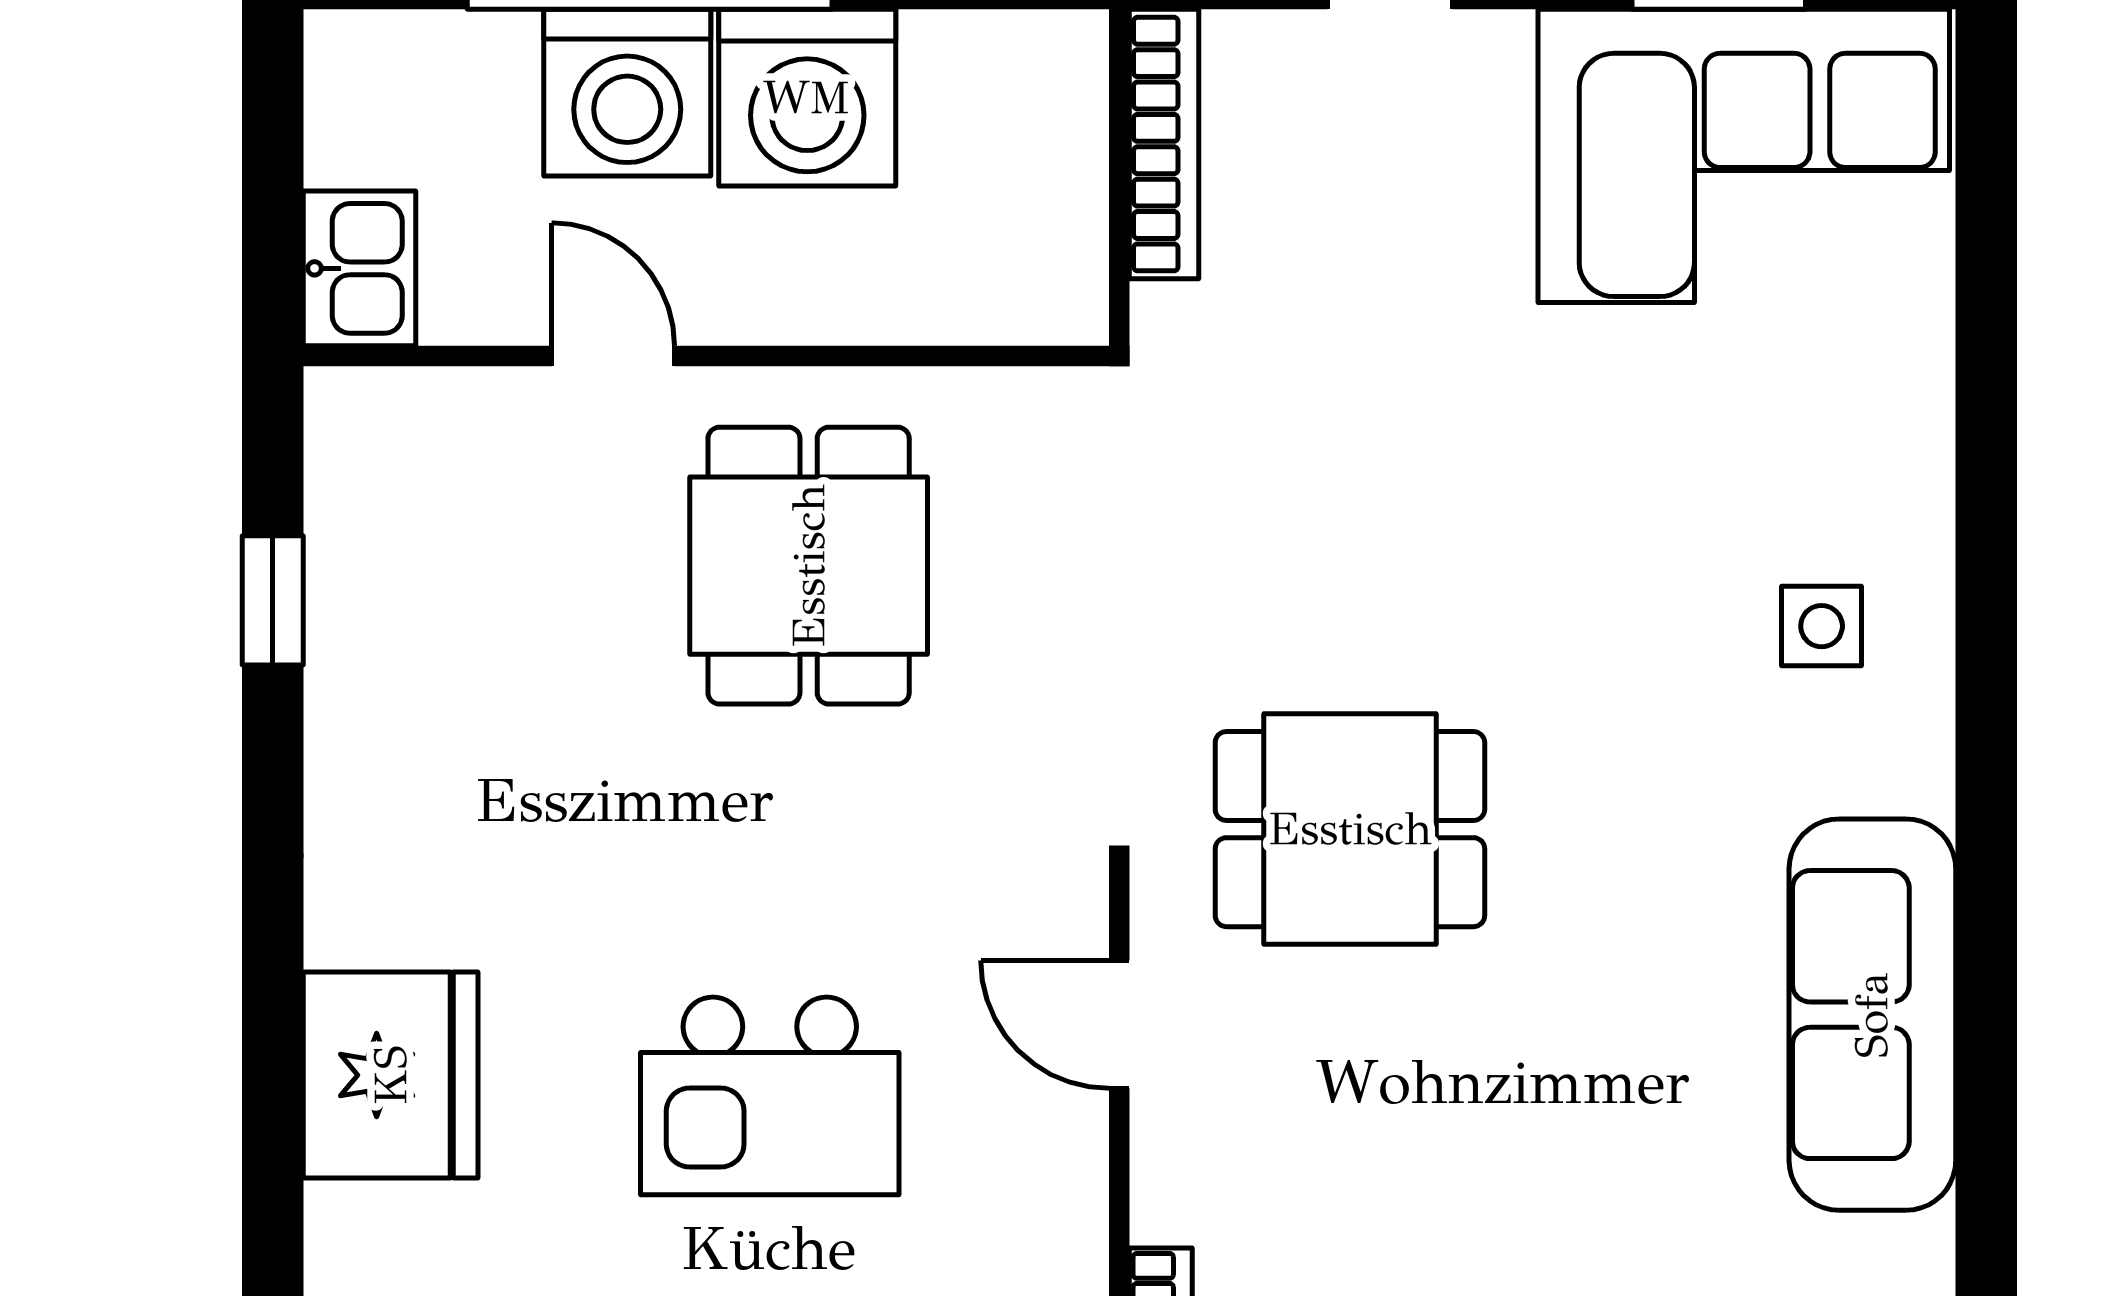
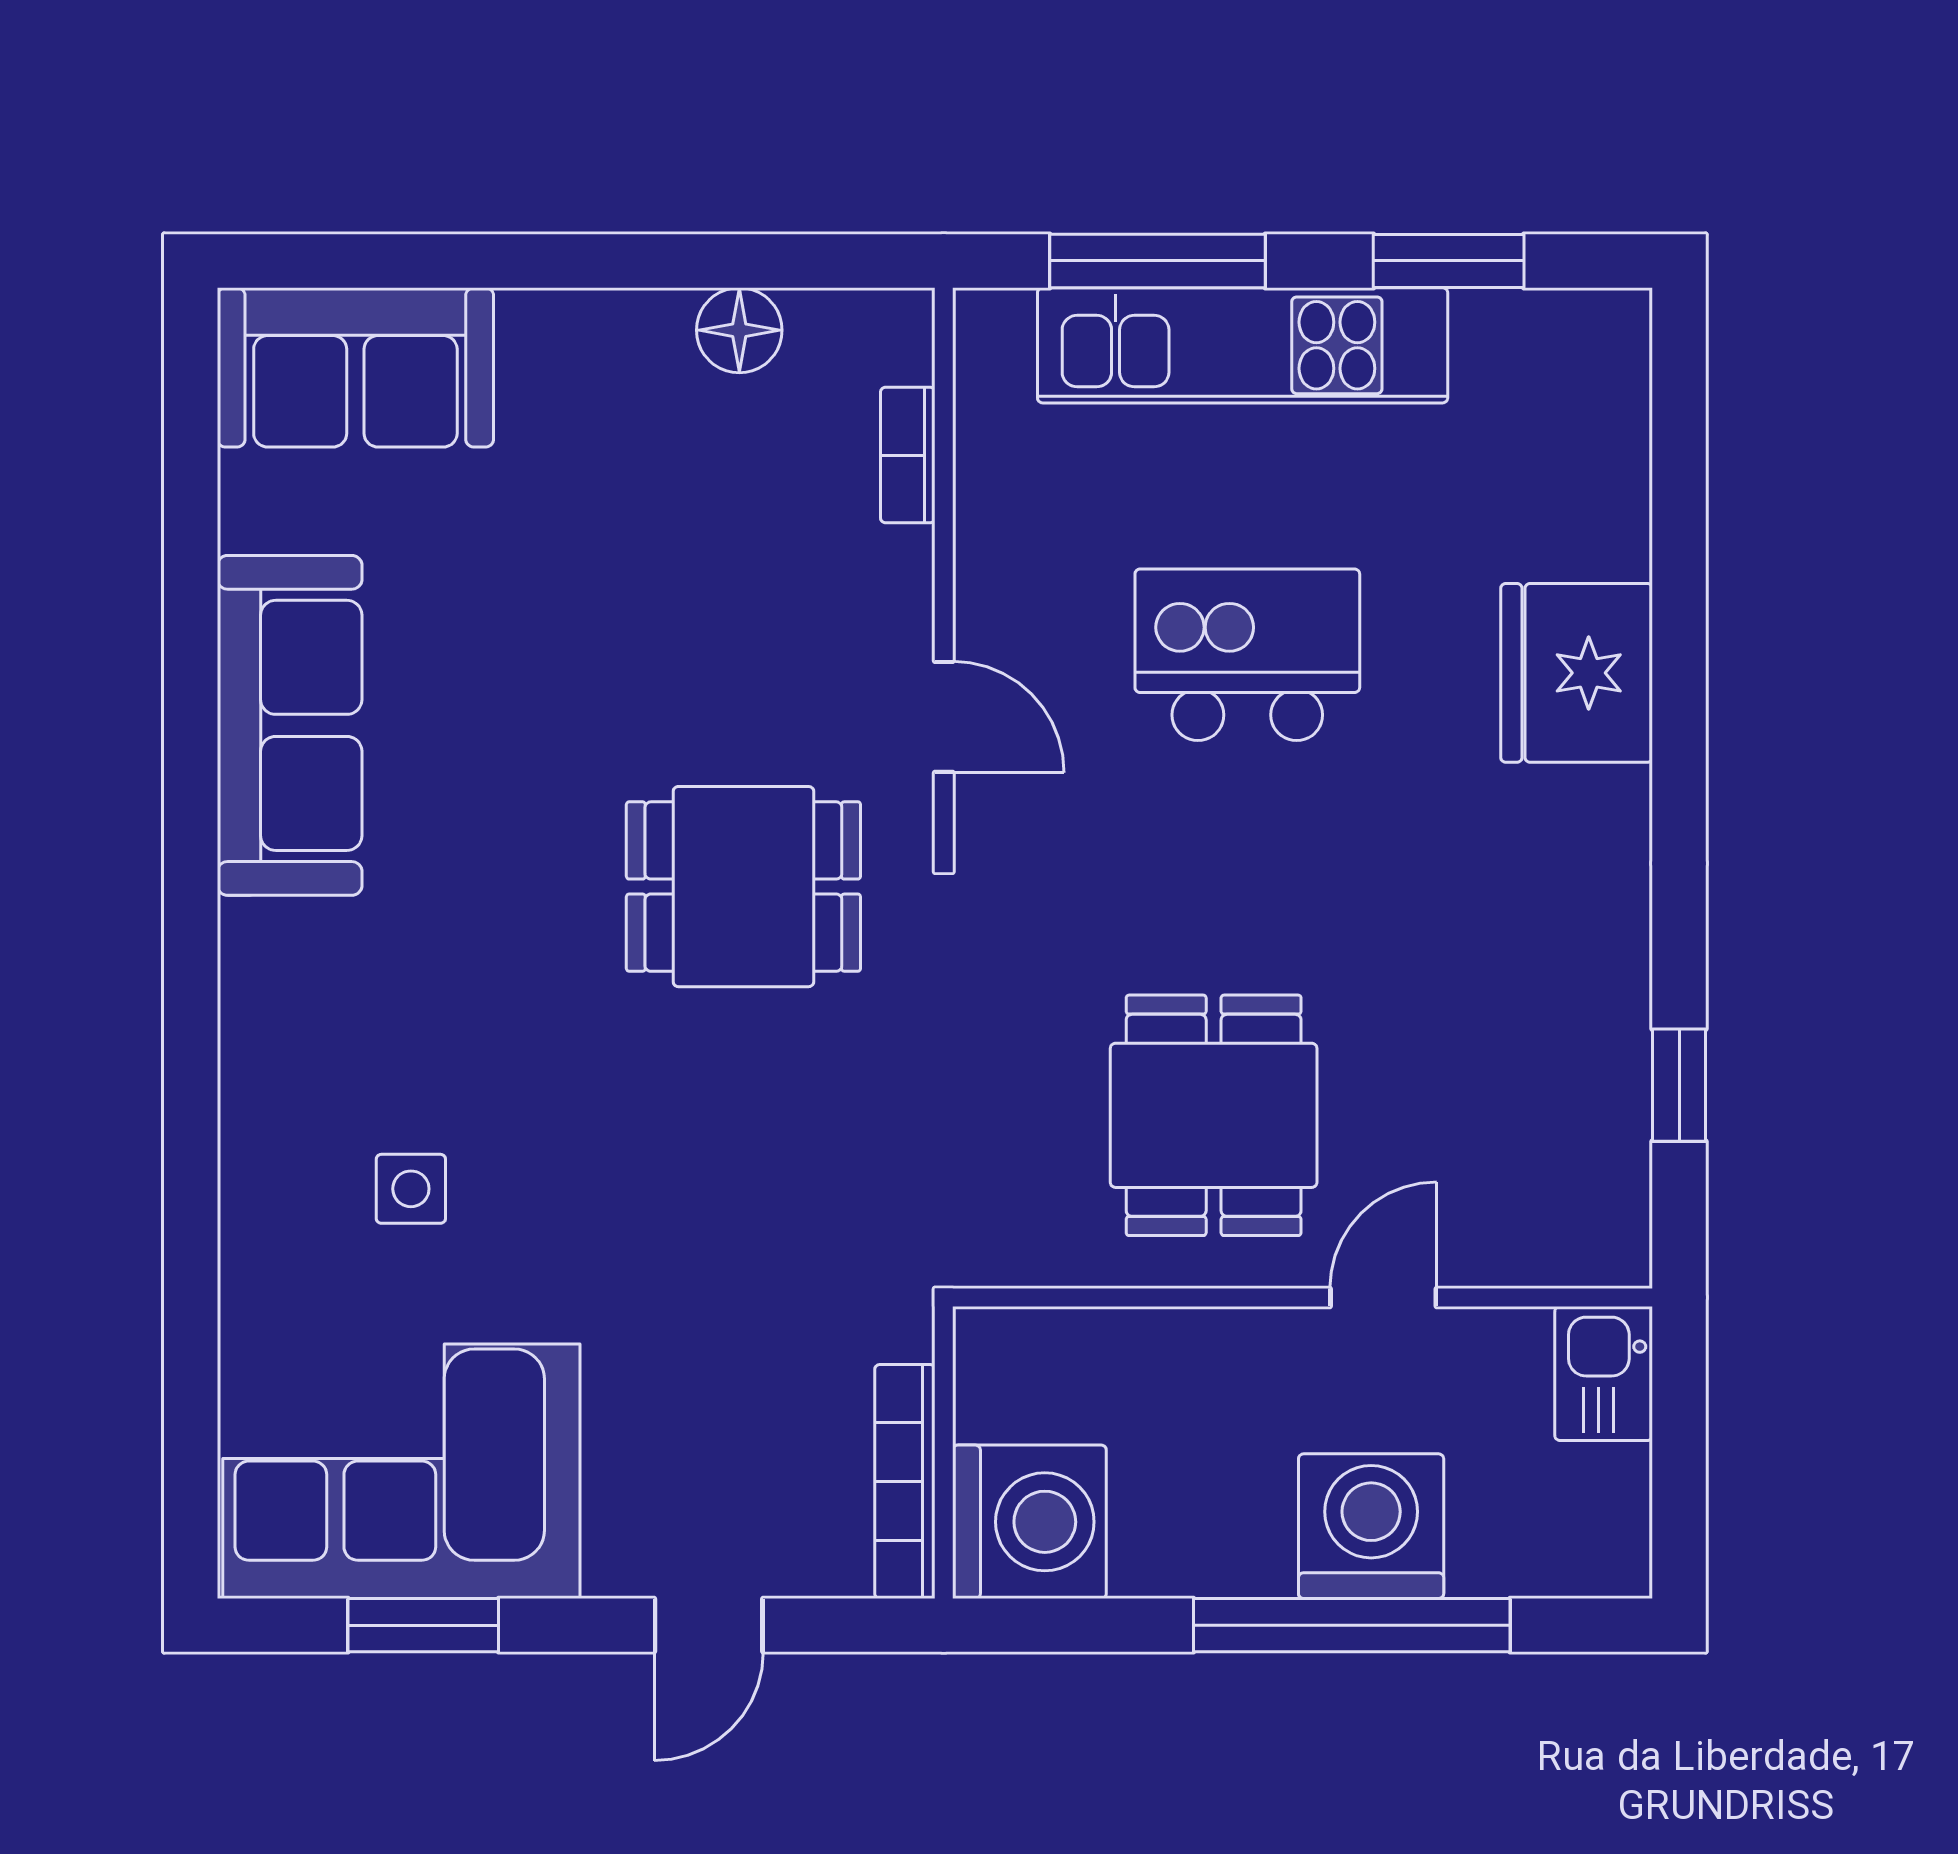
washing machine: (807, 98) -> (1029, 1522), moved, turned 90
door: (613, 356) -> (1383, 1297), swing flipped
side table: (1822, 626) -> (411, 1189), moved

